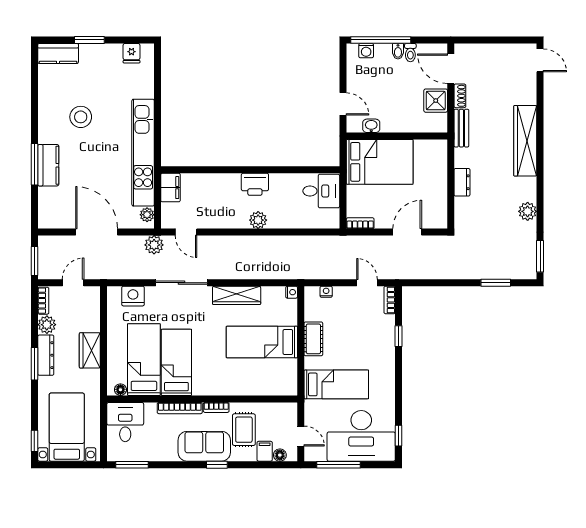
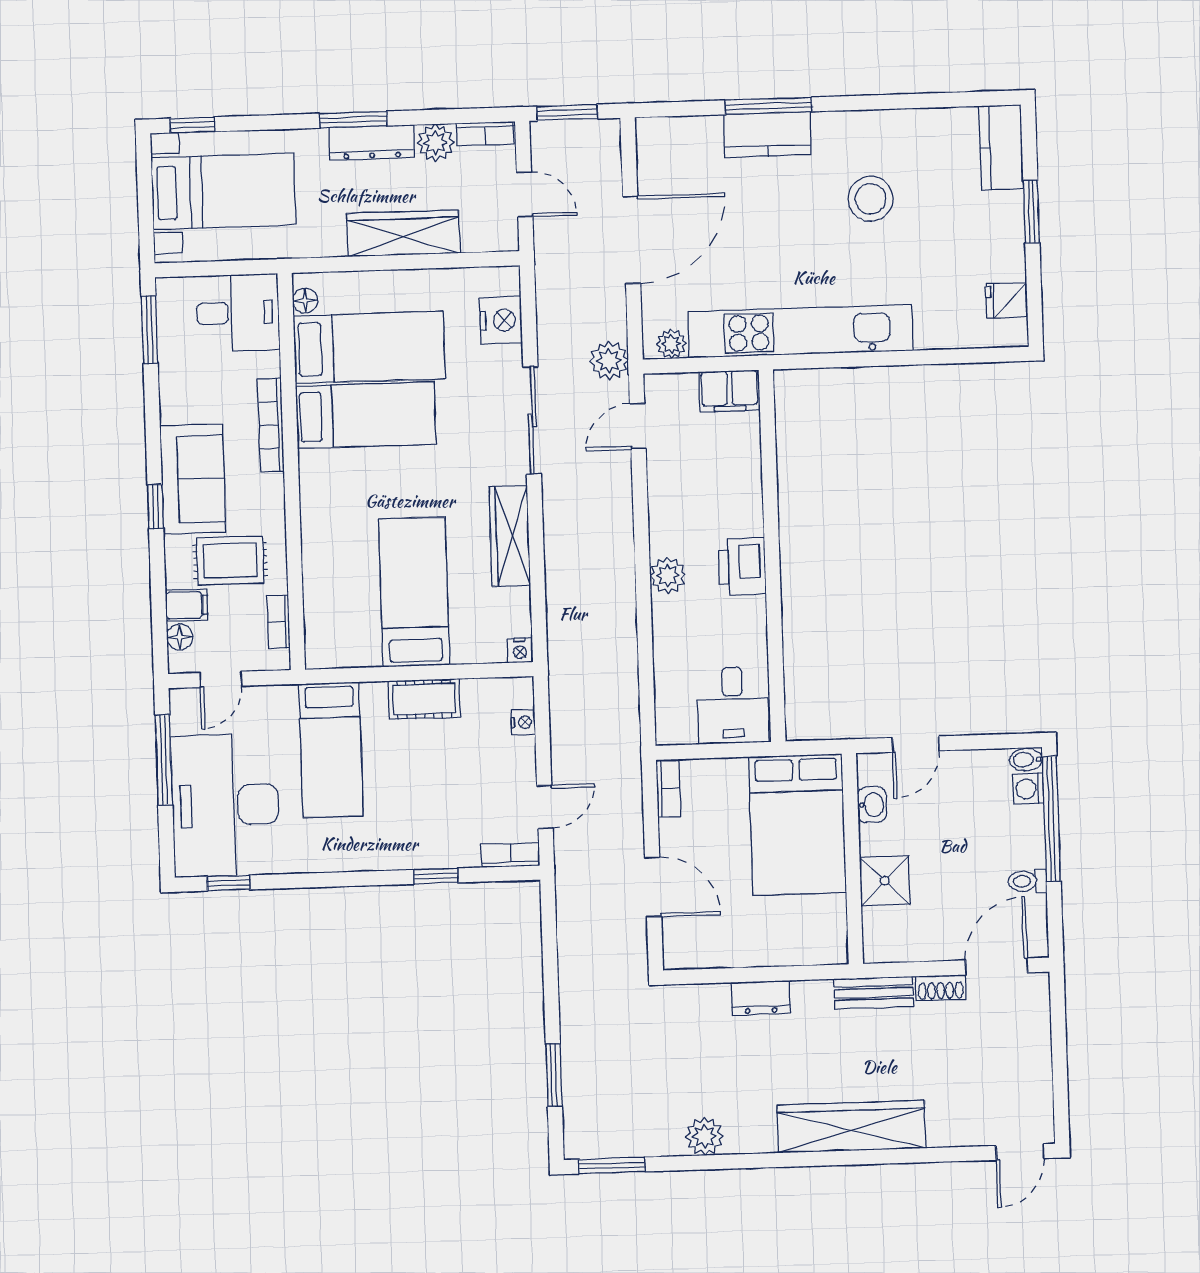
bidet: (398, 51) -> (1026, 760), moved
shower: (436, 101) -> (885, 881), moved
wardrobe: (90, 350) -> (403, 233), width x1.50
bookcase: (216, 407) -> (279, 622), moved

